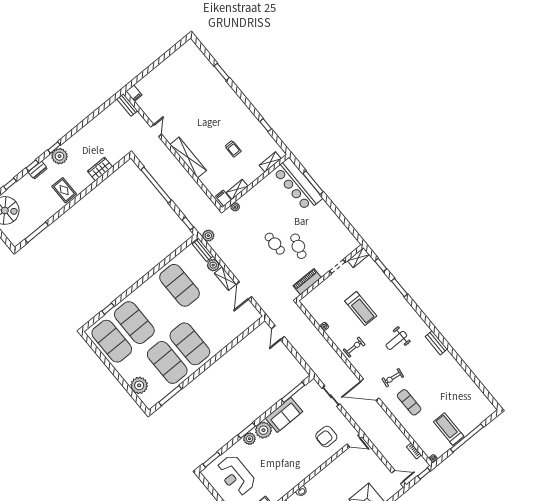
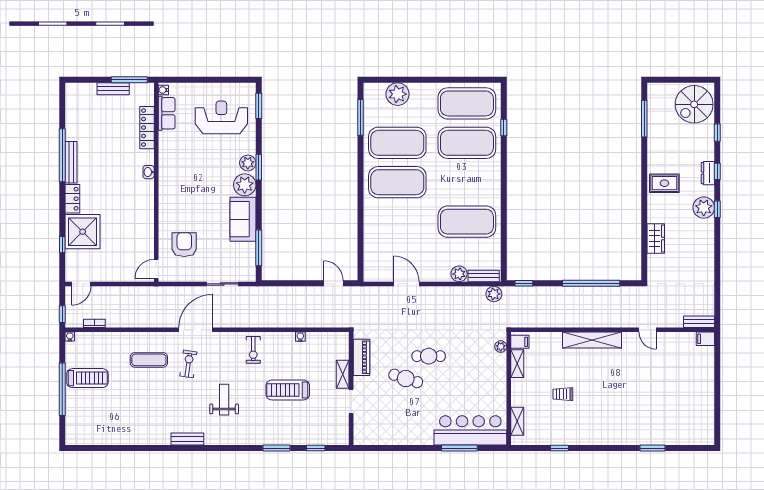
shelving: (358, 258) -> (343, 374), moved
shelving: (225, 279) -> (435, 275), removed

